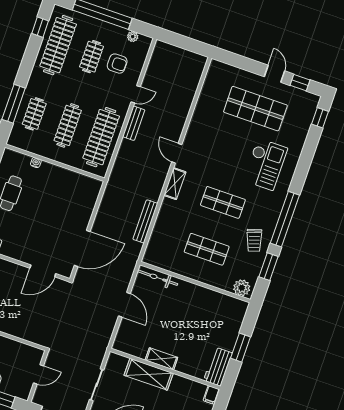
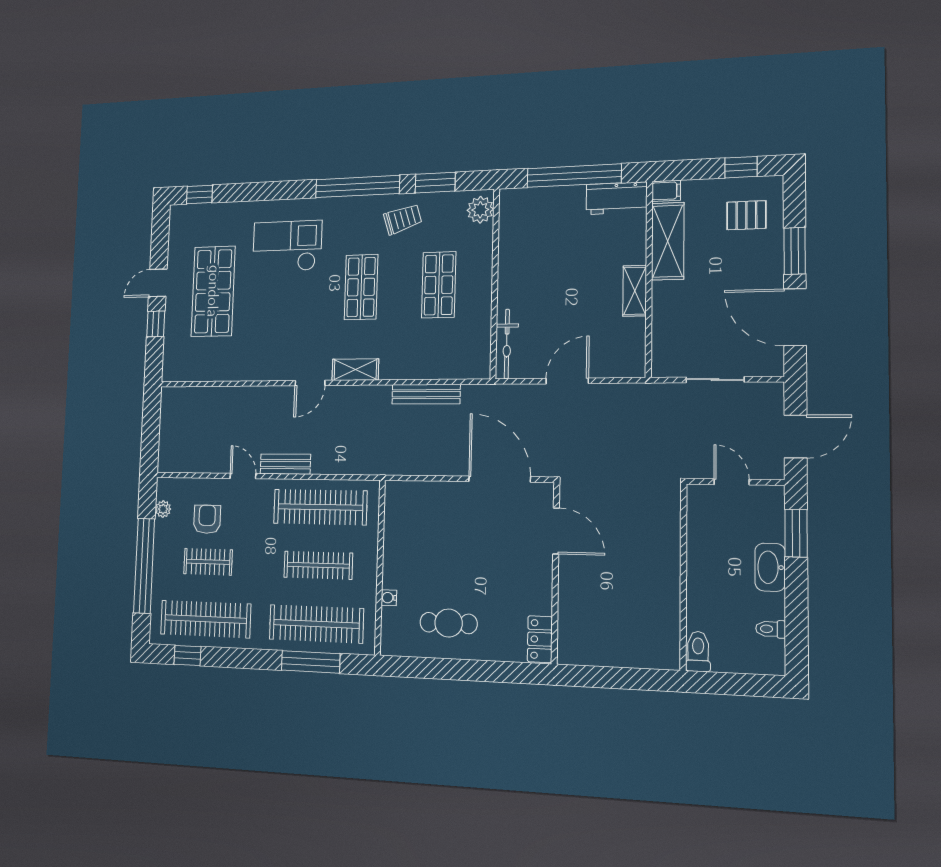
window: (300, 83) -> (156, 324), moved
clothes rail: (34, 114) -> (316, 624), width x1.86, depth x1.31
window: (240, 348) -> (574, 176), width x2.11
shelving: (149, 374) -> (668, 241), moved

